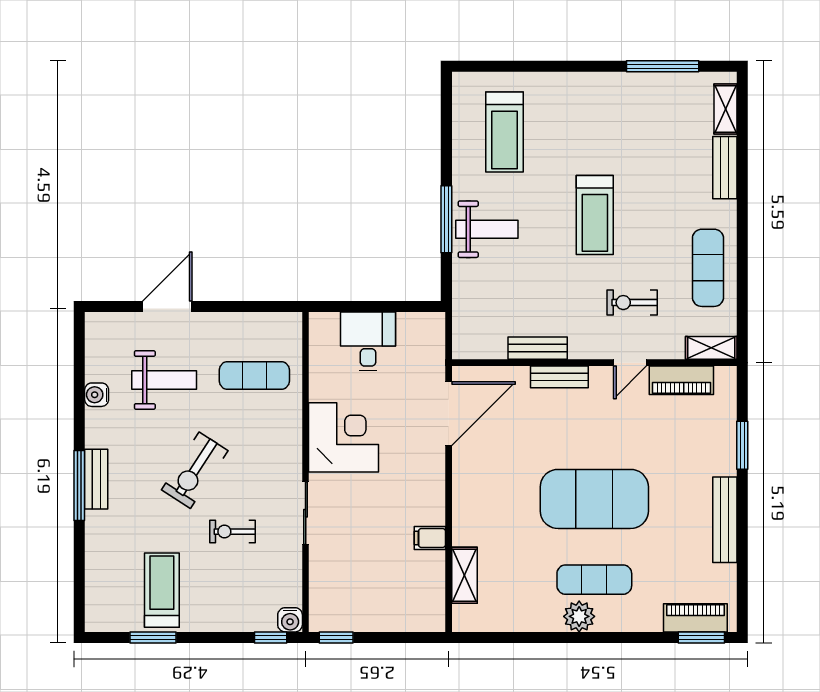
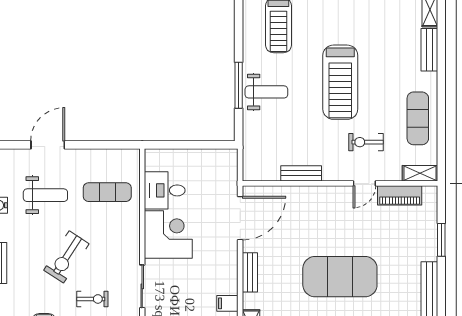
treadmill: (595, 215) -> (340, 82), width x1.37, depth x1.38
desk: (368, 341) -> (165, 190), moved, turned -90
bench: (559, 377) -> (250, 272), moved, turned 90
exercise bike: (233, 532) -> (92, 299), turned 180

